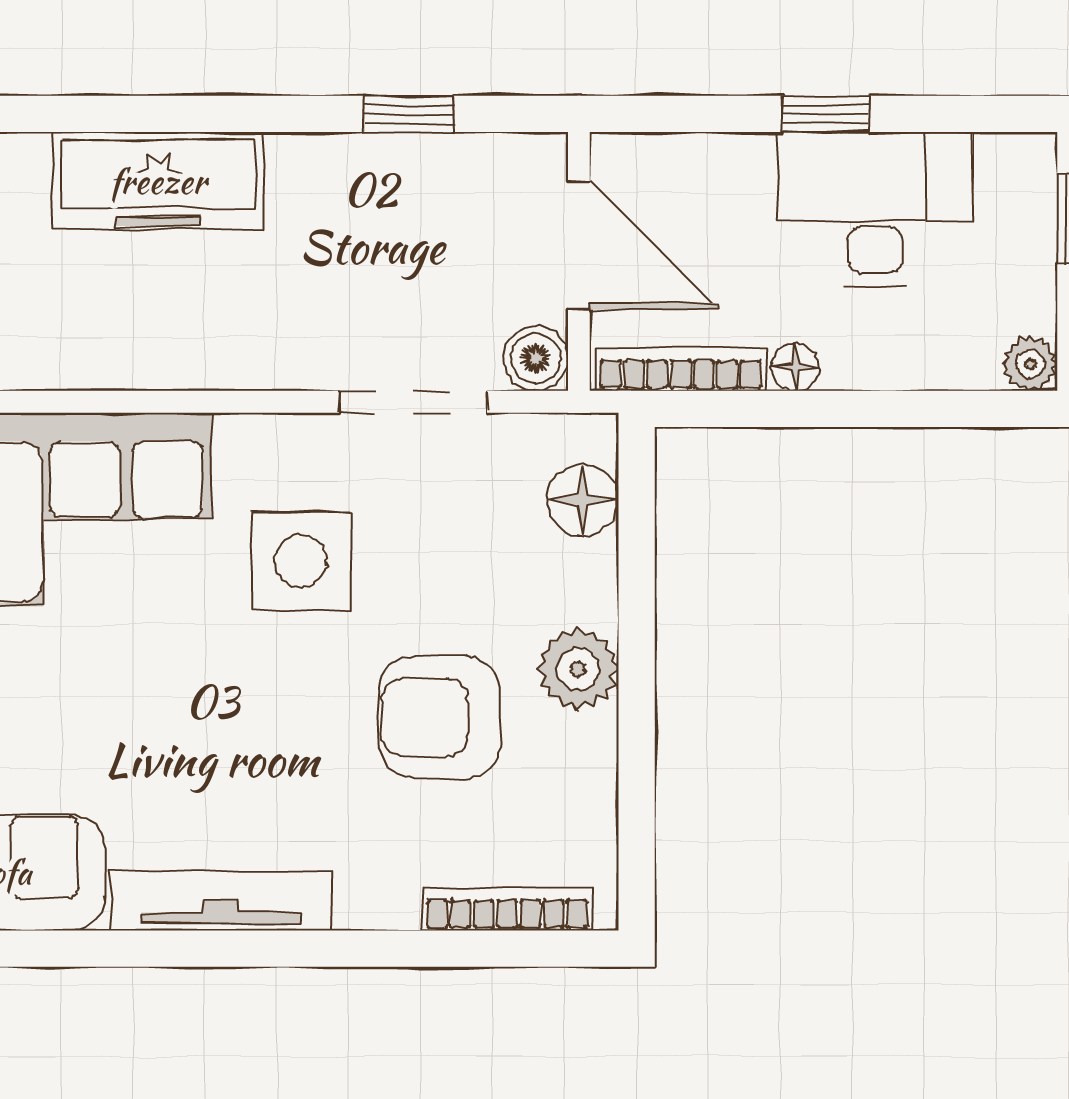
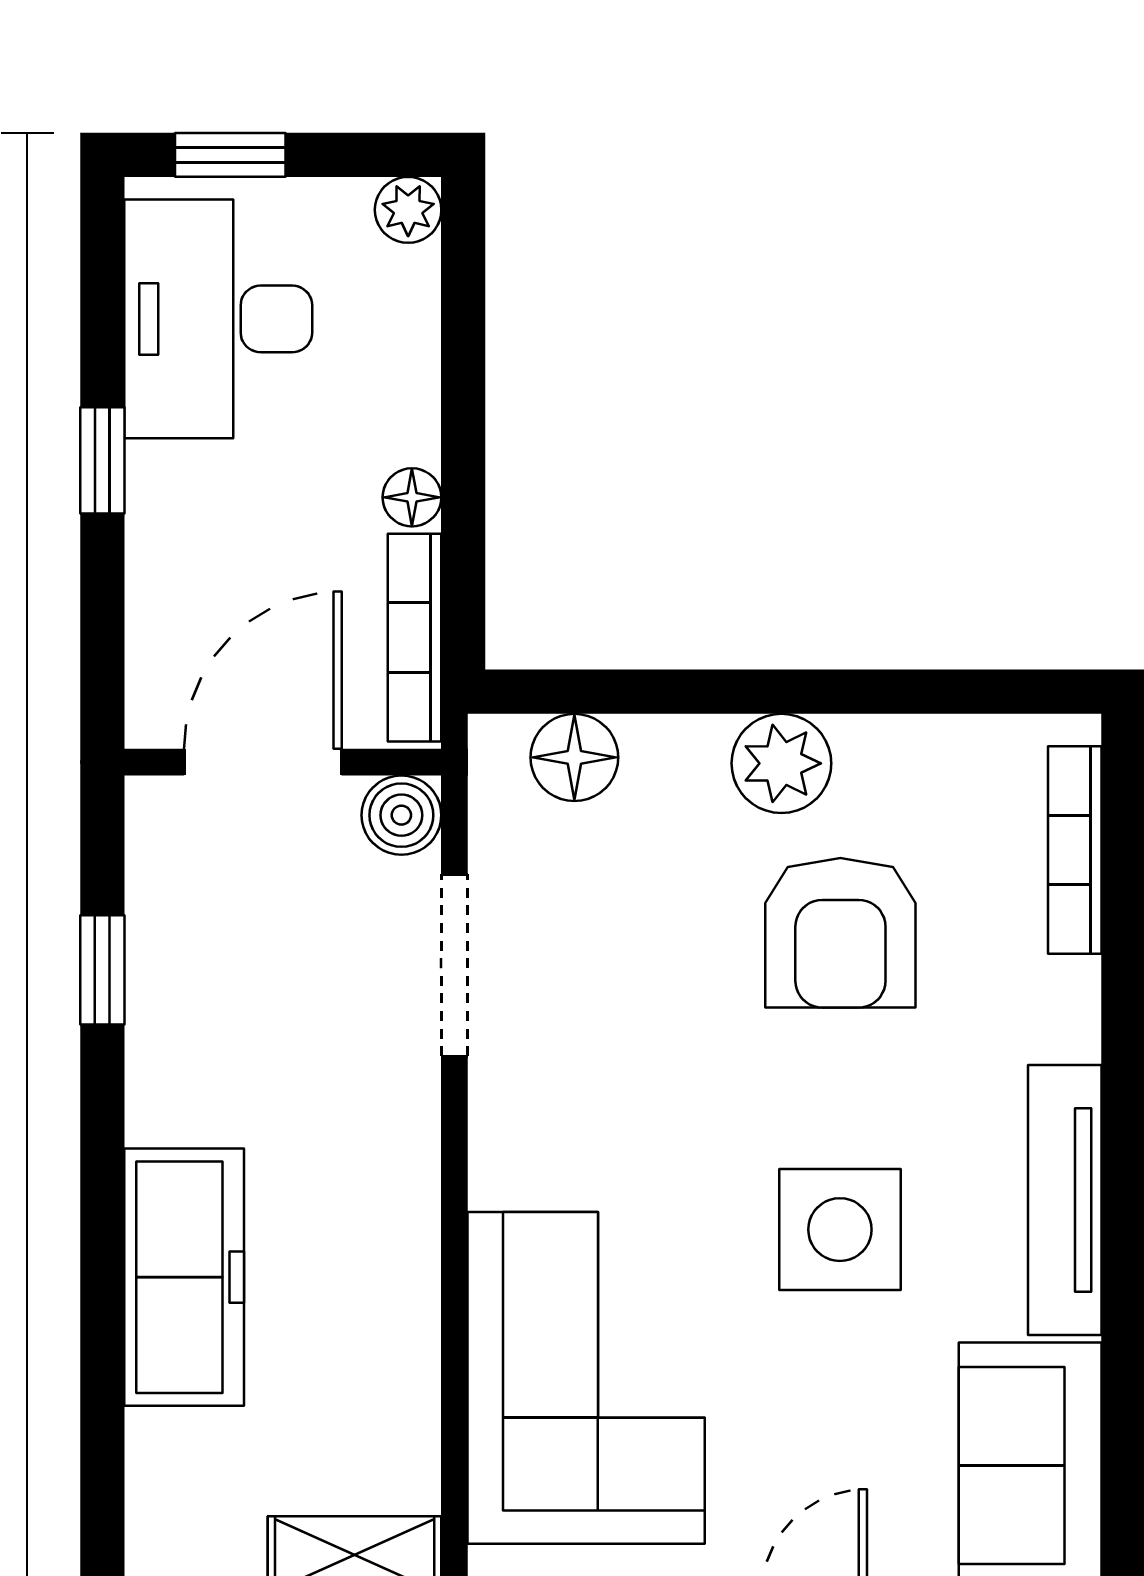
desk: (875, 209) -> (218, 319), moved
side table: (301, 561) -> (840, 1230), moved

